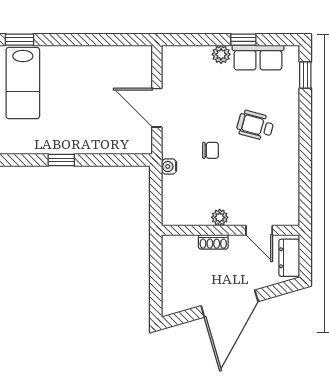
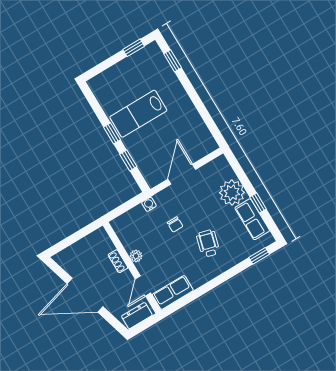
plant: (221, 54) -> (232, 193), width x1.87, depth x1.87
lab bench: (23, 83) -> (138, 114), moved
window: (104, 160) -> (128, 160), added
row of seats: (287, 200) -> (173, 292), added

